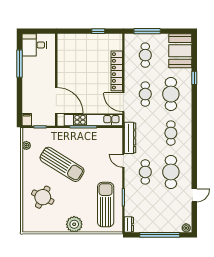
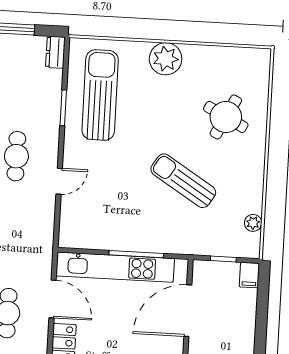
door: (56, 100) -> (188, 311), hinge flipped
dresser: (130, 138) -> (43, 226), removed
door: (123, 161) -> (59, 181), hinge flipped
sun lounger: (62, 164) -> (183, 181), width x0.73, depth x0.75
sun lounger: (106, 205) -> (100, 95), turned 180

